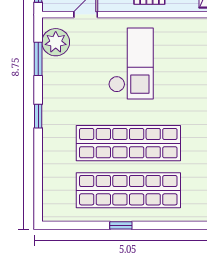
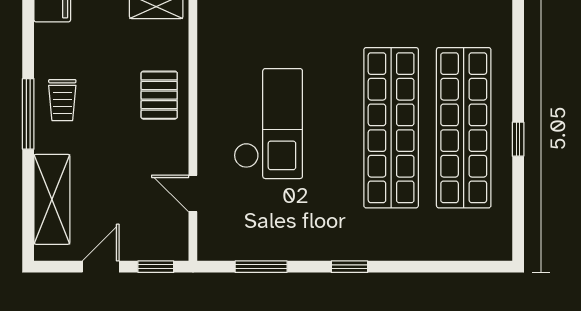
plant: (56, 42) -> (235, 240), removed
checkout: (131, 63) -> (268, 124), turned 90

